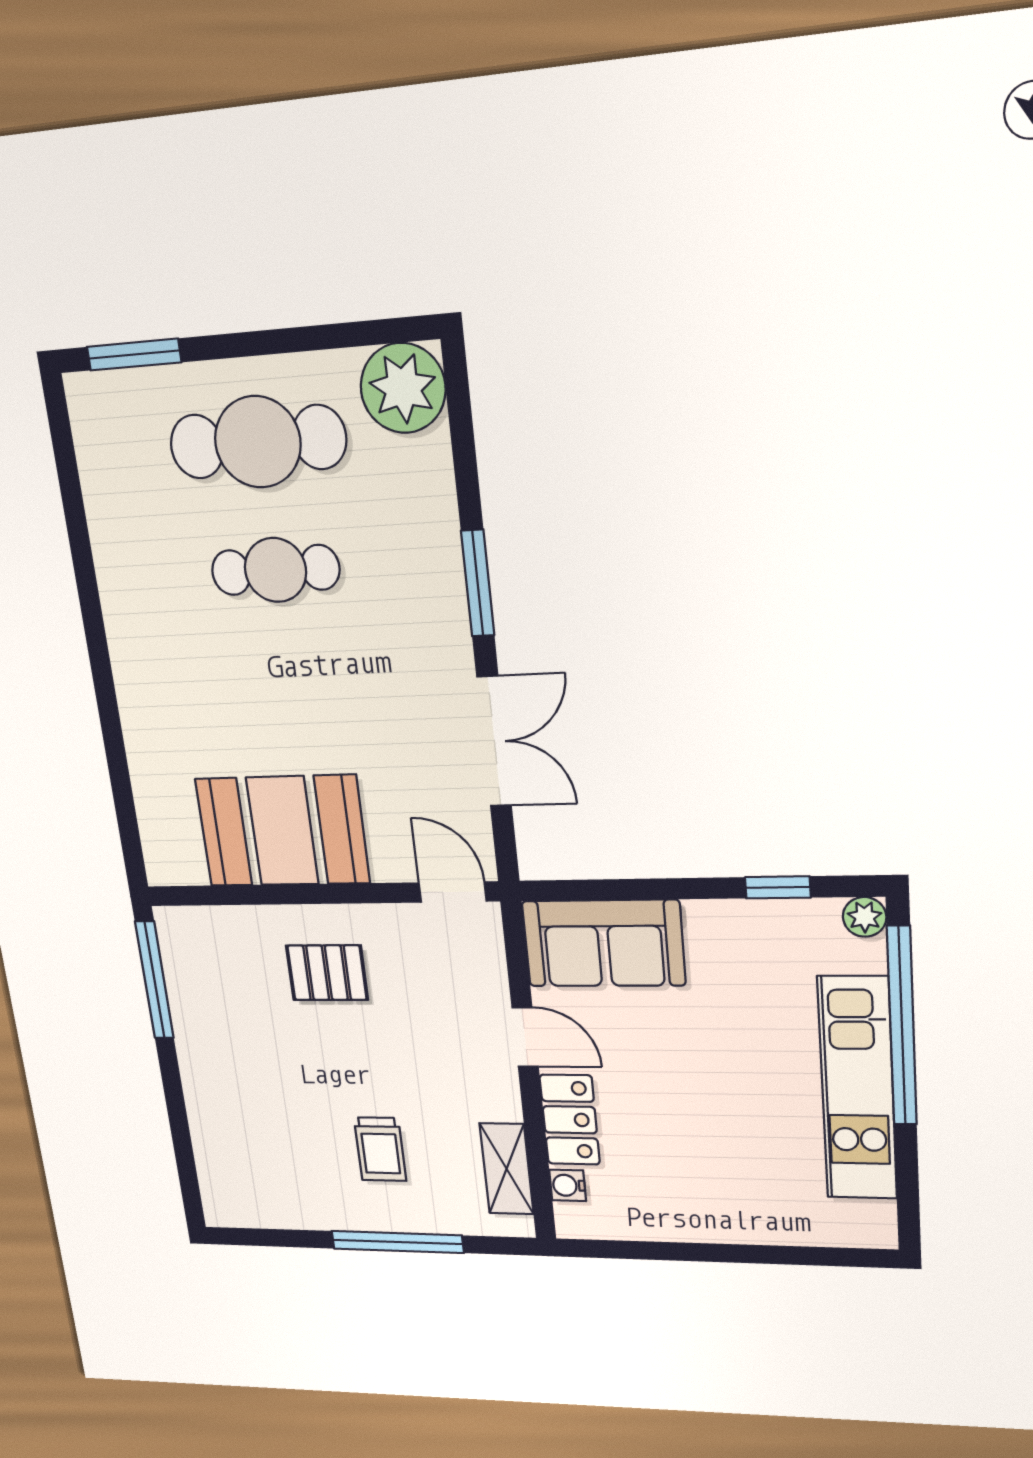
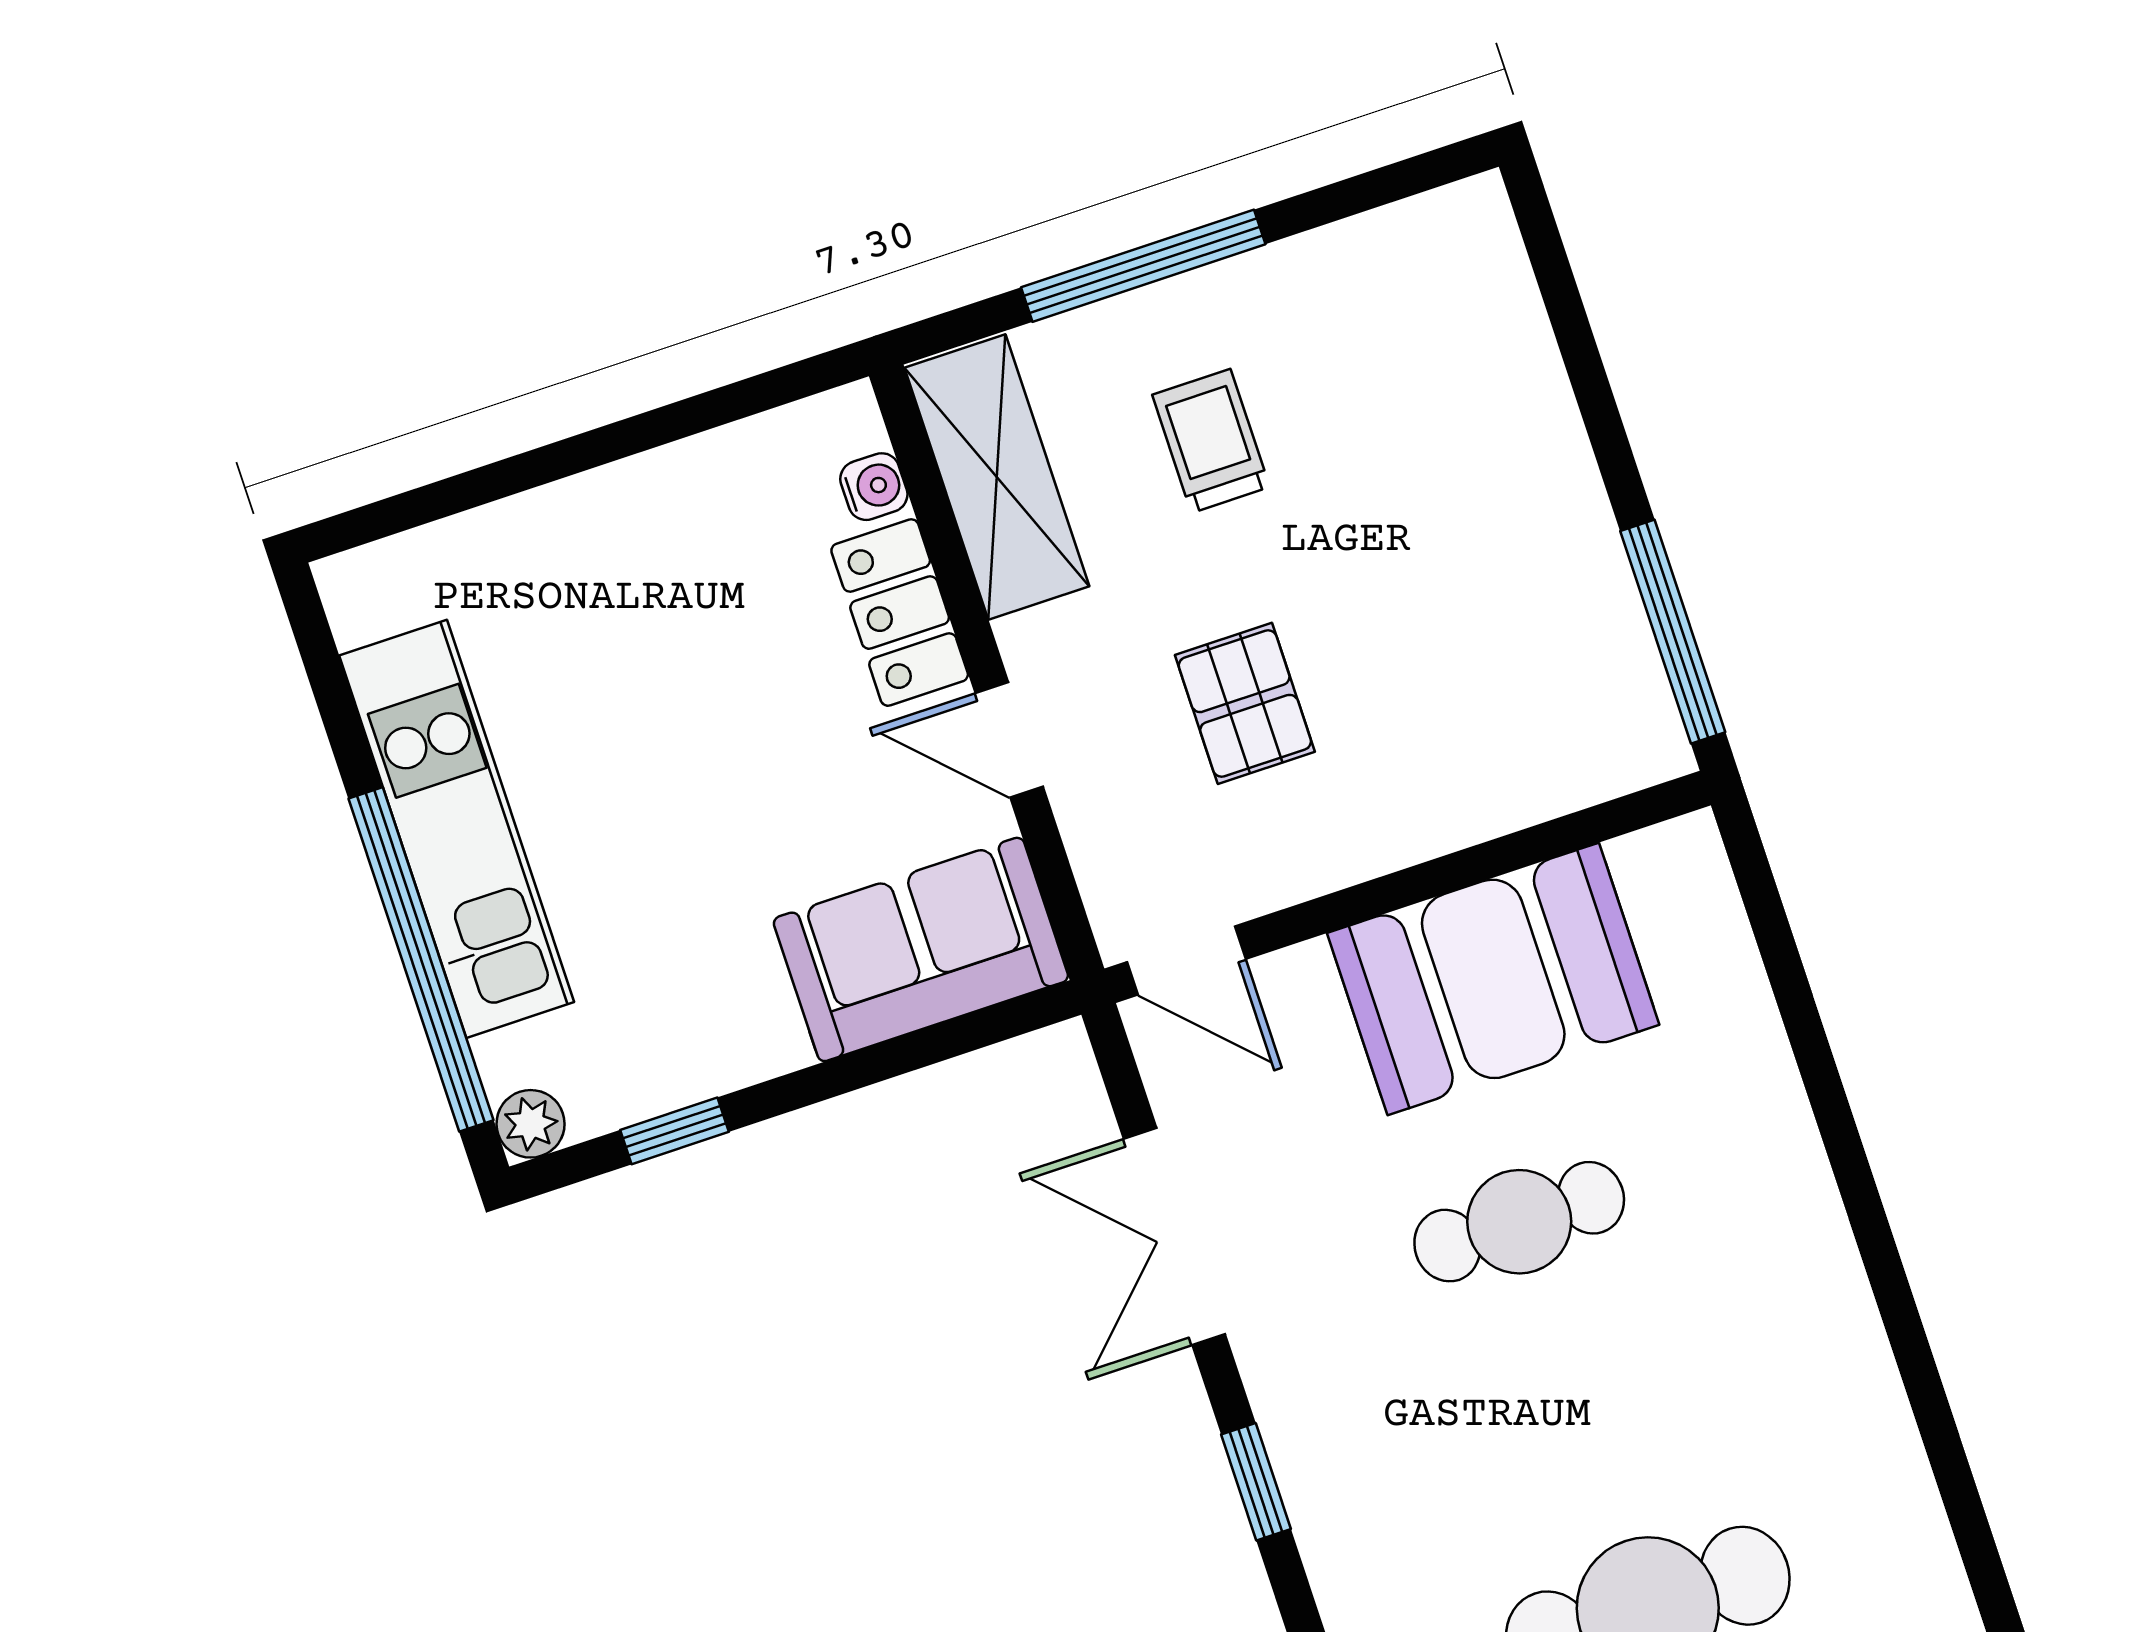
cafe table: (275, 570) -> (1519, 1222), moved
window: (478, 583) -> (1256, 1482), width x0.67
pallet: (327, 973) -> (1245, 703), moved, turned 90
shelving: (507, 1169) -> (997, 477), width x1.50, depth x1.33

